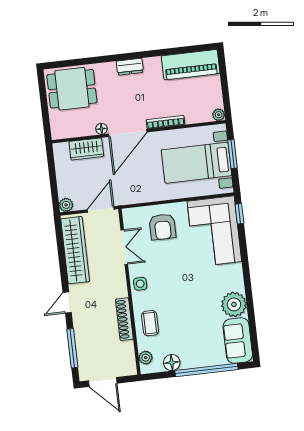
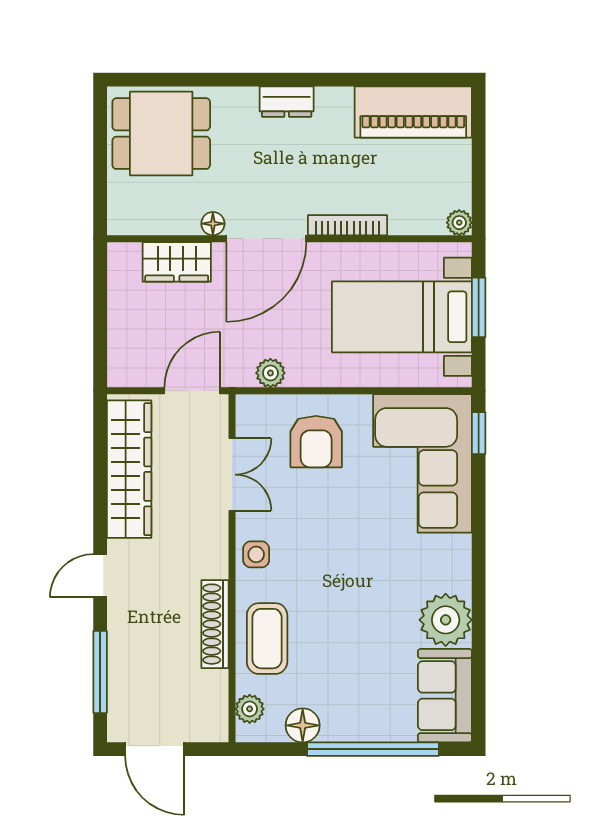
plant: (66, 205) -> (270, 373), moved
coffee table: (150, 323) -> (267, 639), width x1.36, depth x1.30

